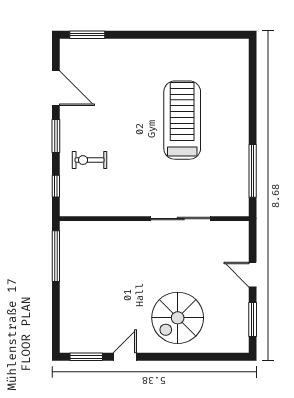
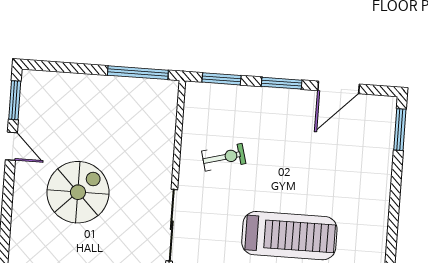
exercise bike: (90, 160) -> (224, 157), moved, turned 75
window: (56, 186) -> (221, 79), width x1.50
spiral stairs: (178, 318) -> (78, 192), moved, turned 90

